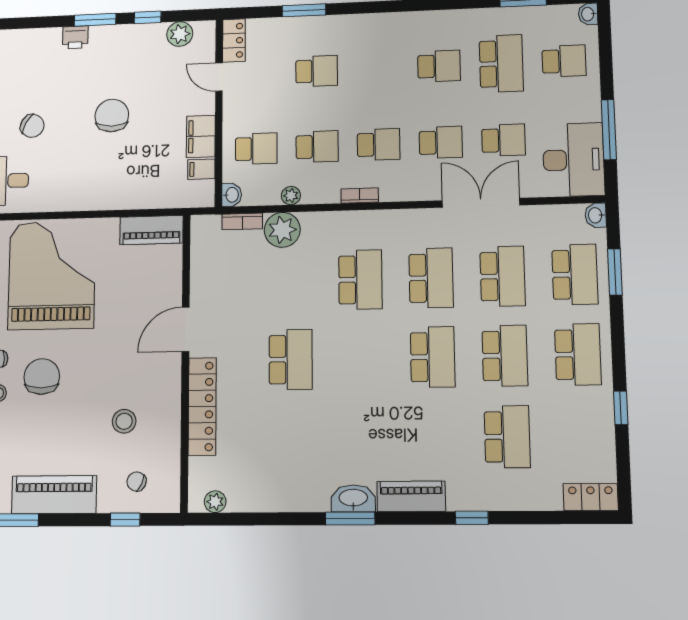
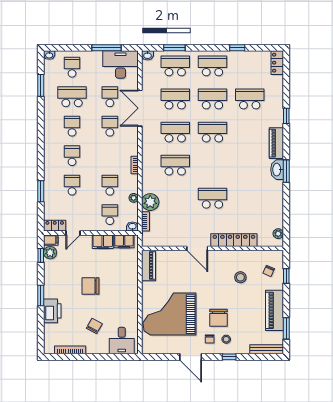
window: (148, 17) -> (41, 255), moved
filing cabinet: (205, 34) -> (51, 240), added
printer: (75, 37) -> (52, 311), width x1.87, depth x1.48
school desk: (379, 144) -> (72, 156), moved
filing cabinet: (201, 169) -> (124, 241), width x2.00
chair: (42, 376) -> (219, 318), turned -90

